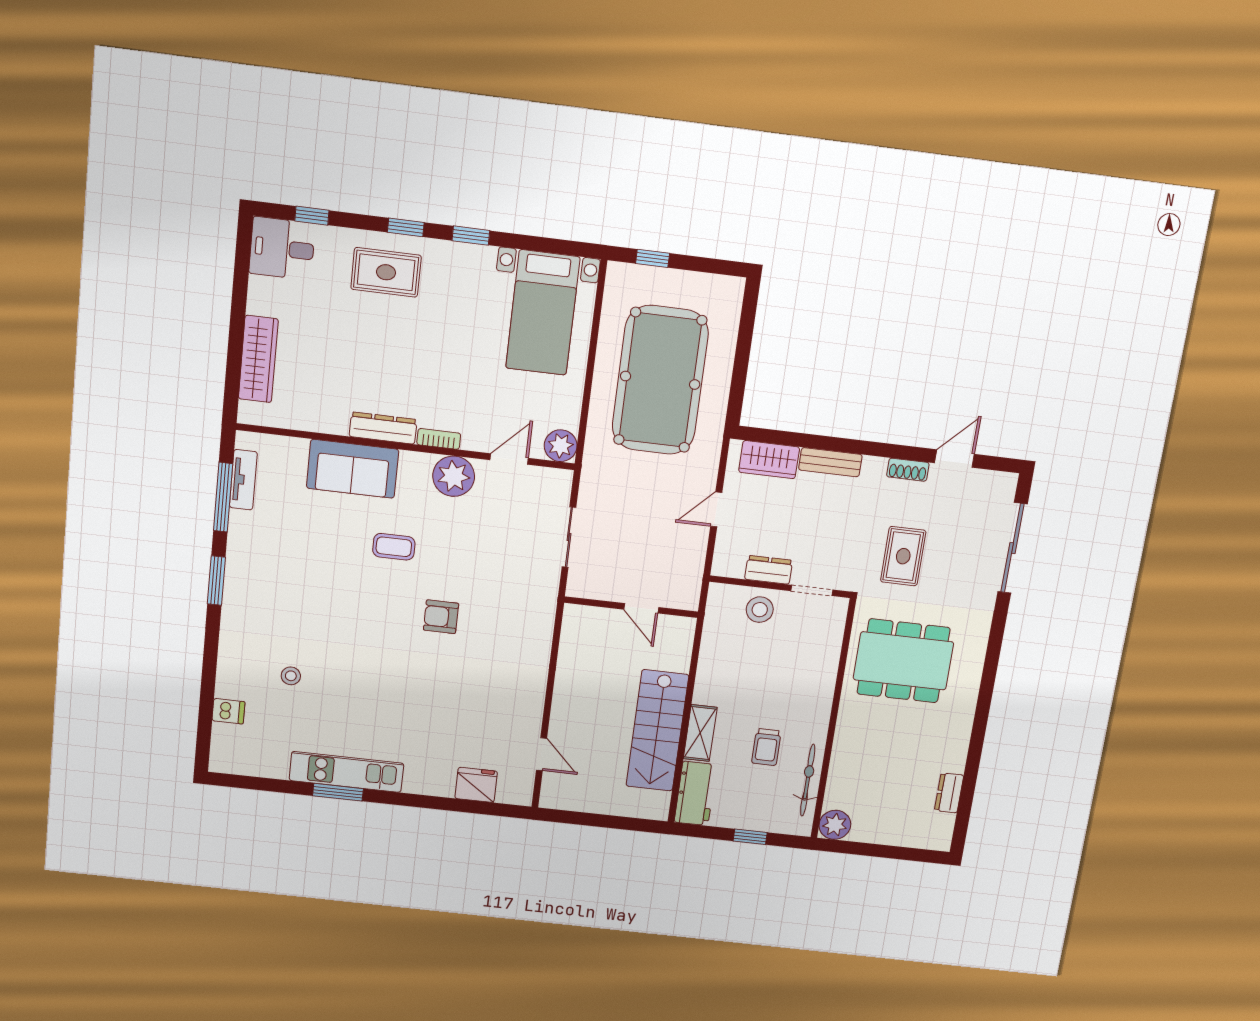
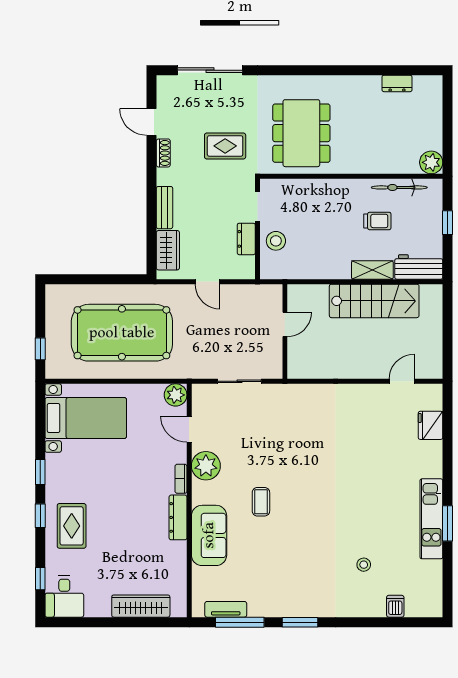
armchair: (441, 617) -> (308, 464), removed

